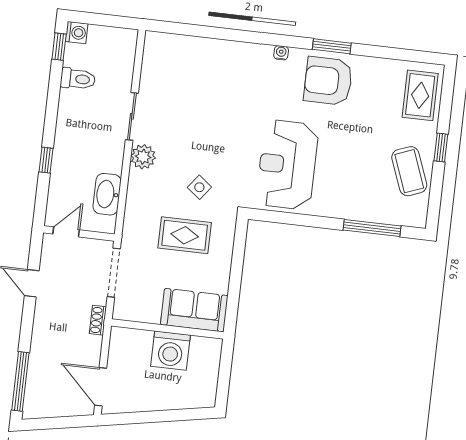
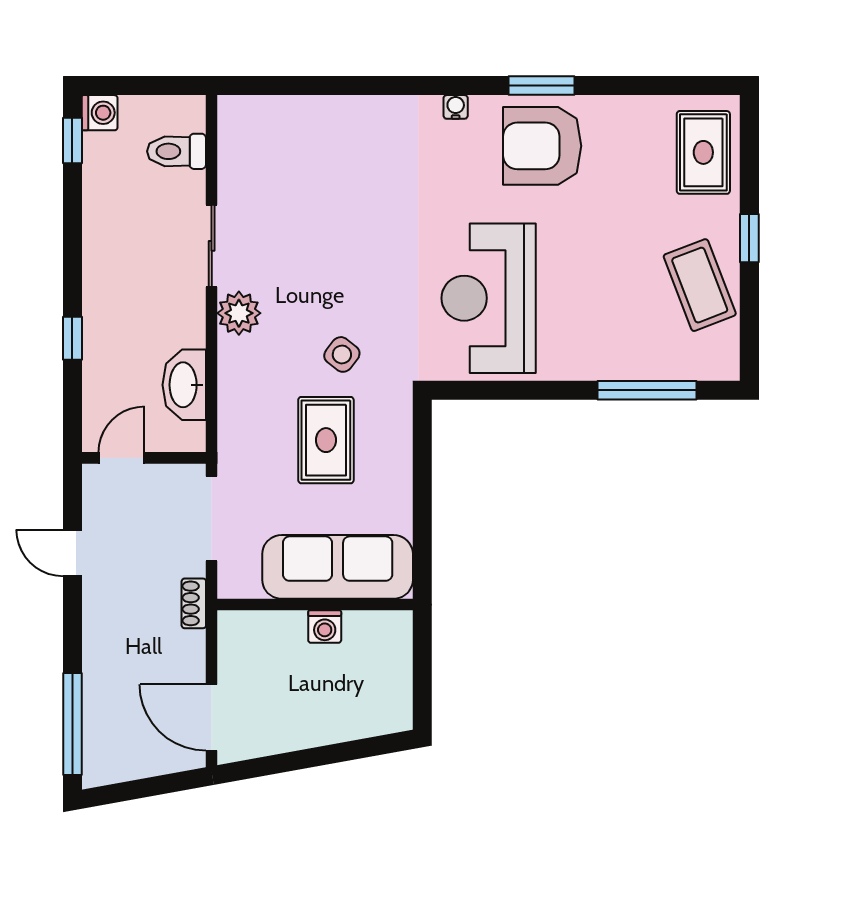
toilet: (78, 79) -> (177, 151), moved, turned 180
rug: (185, 235) -> (326, 440), turned 90
sofa: (194, 310) -> (338, 567), width x1.36
washing machine: (171, 351) -> (325, 627), width x0.53, depth x0.53

